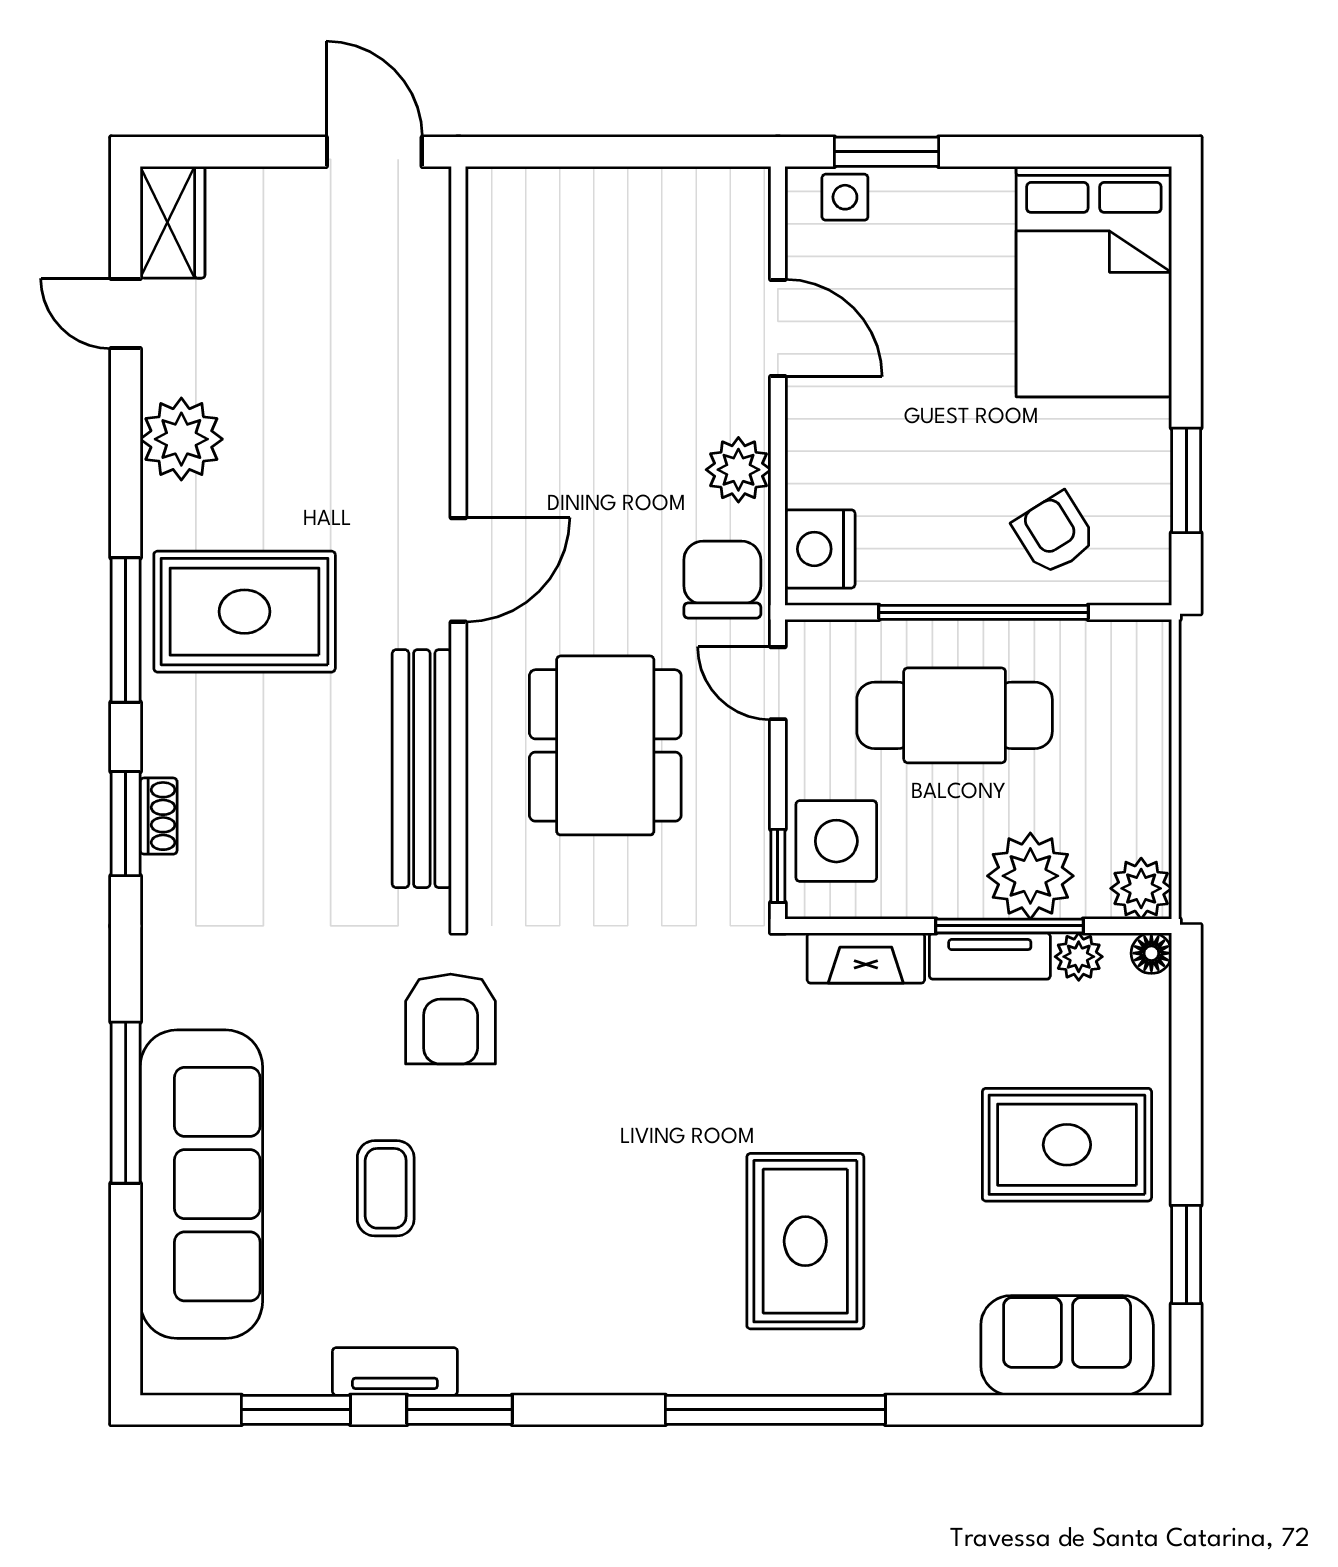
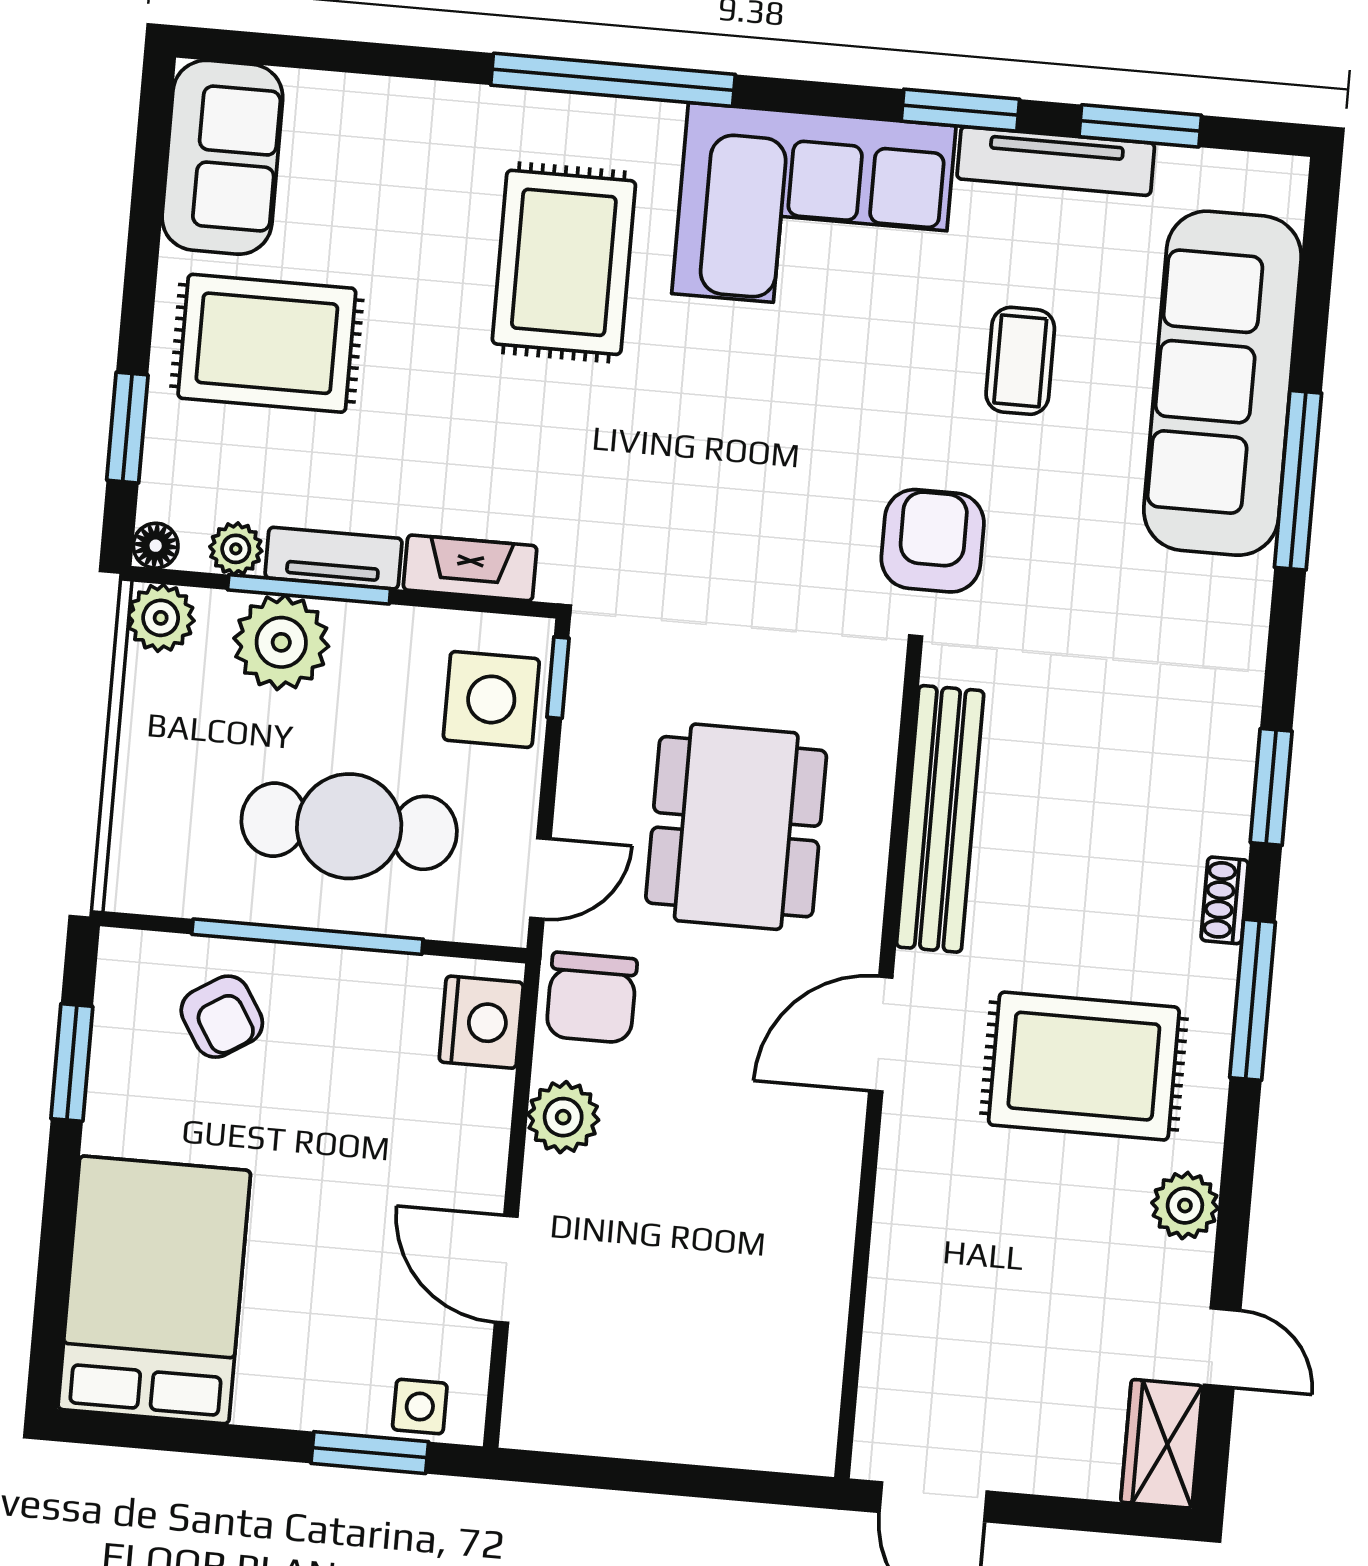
plant: (181, 439) -> (1185, 1206), width x0.73, depth x0.73
rug: (245, 612) -> (1084, 1066), moved
door: (778, 683) -> (540, 878), hinge flipped
shoe rack: (159, 816) -> (1225, 900), moved
window: (1186, 1254) -> (127, 428), moved
corner sofa: (584, 1308) -> (814, 210), added
sofa: (1067, 1345) -> (222, 157), moved, turned -90
tv unit: (395, 1371) -> (1056, 161), width x1.41

